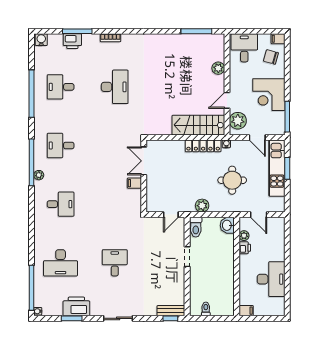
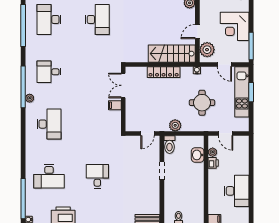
desk: (61, 87) -> (49, 19), width x1.37
locker: (203, 146) -> (164, 72), moved
desk: (61, 204) -> (49, 124), width x1.37
washbasin: (227, 225) -> (198, 155), moved

